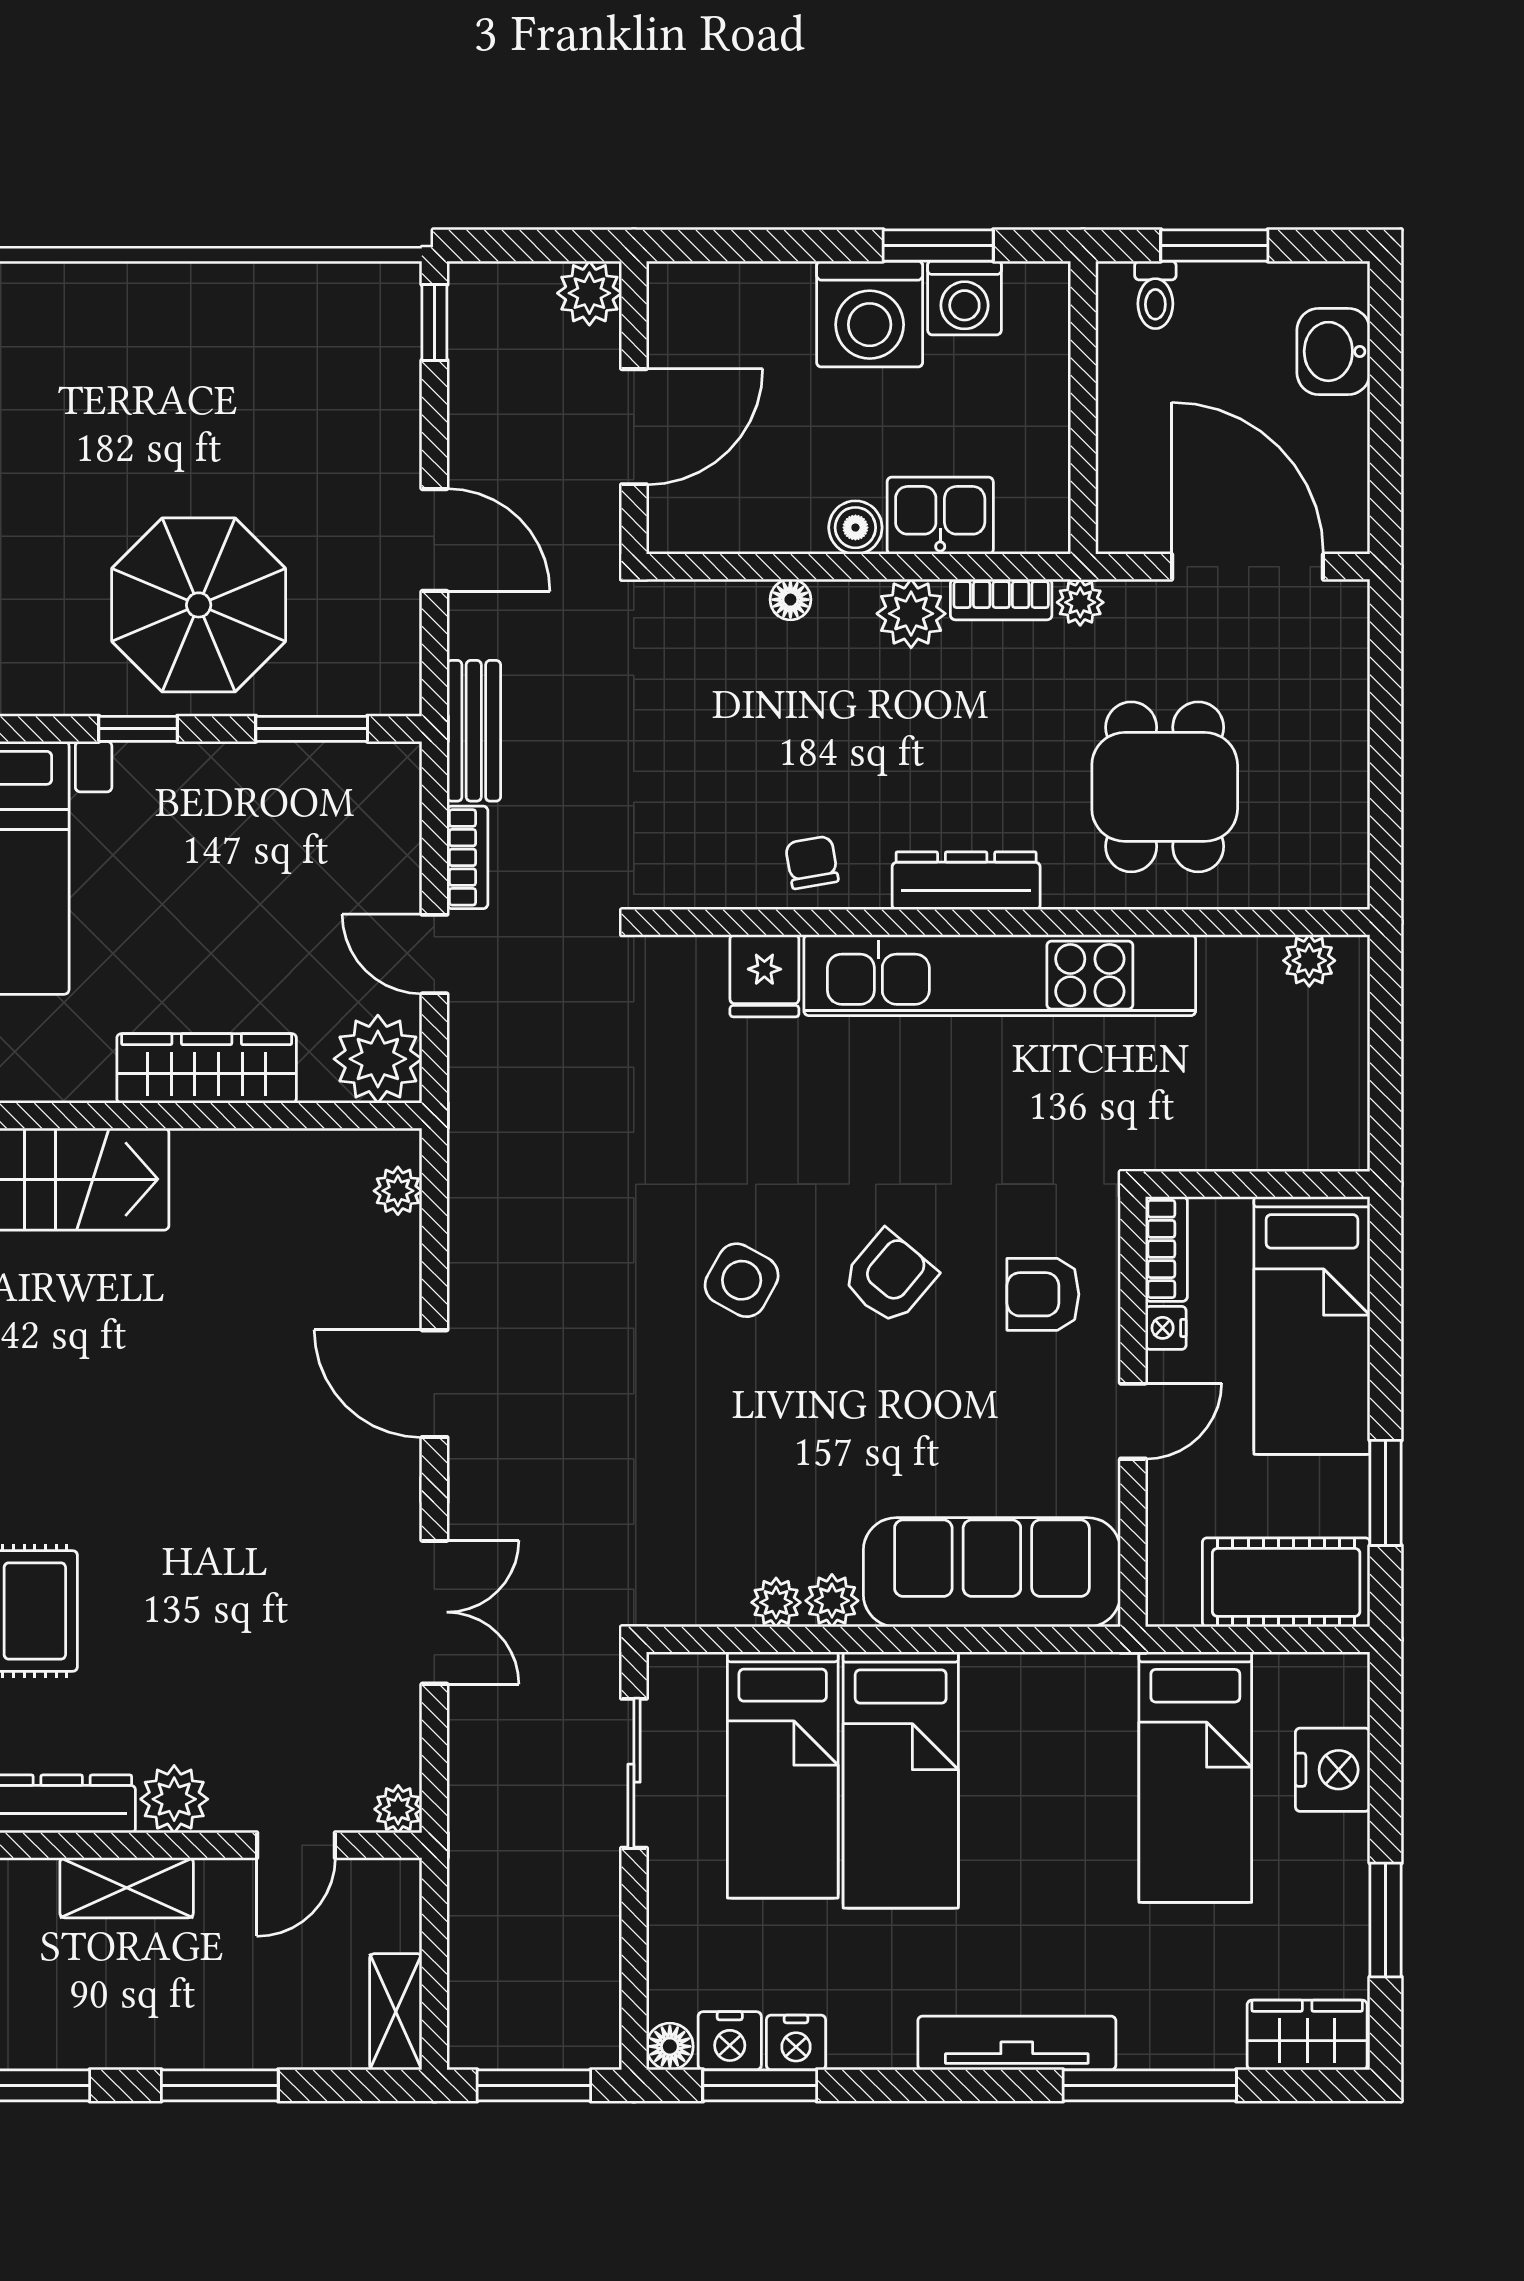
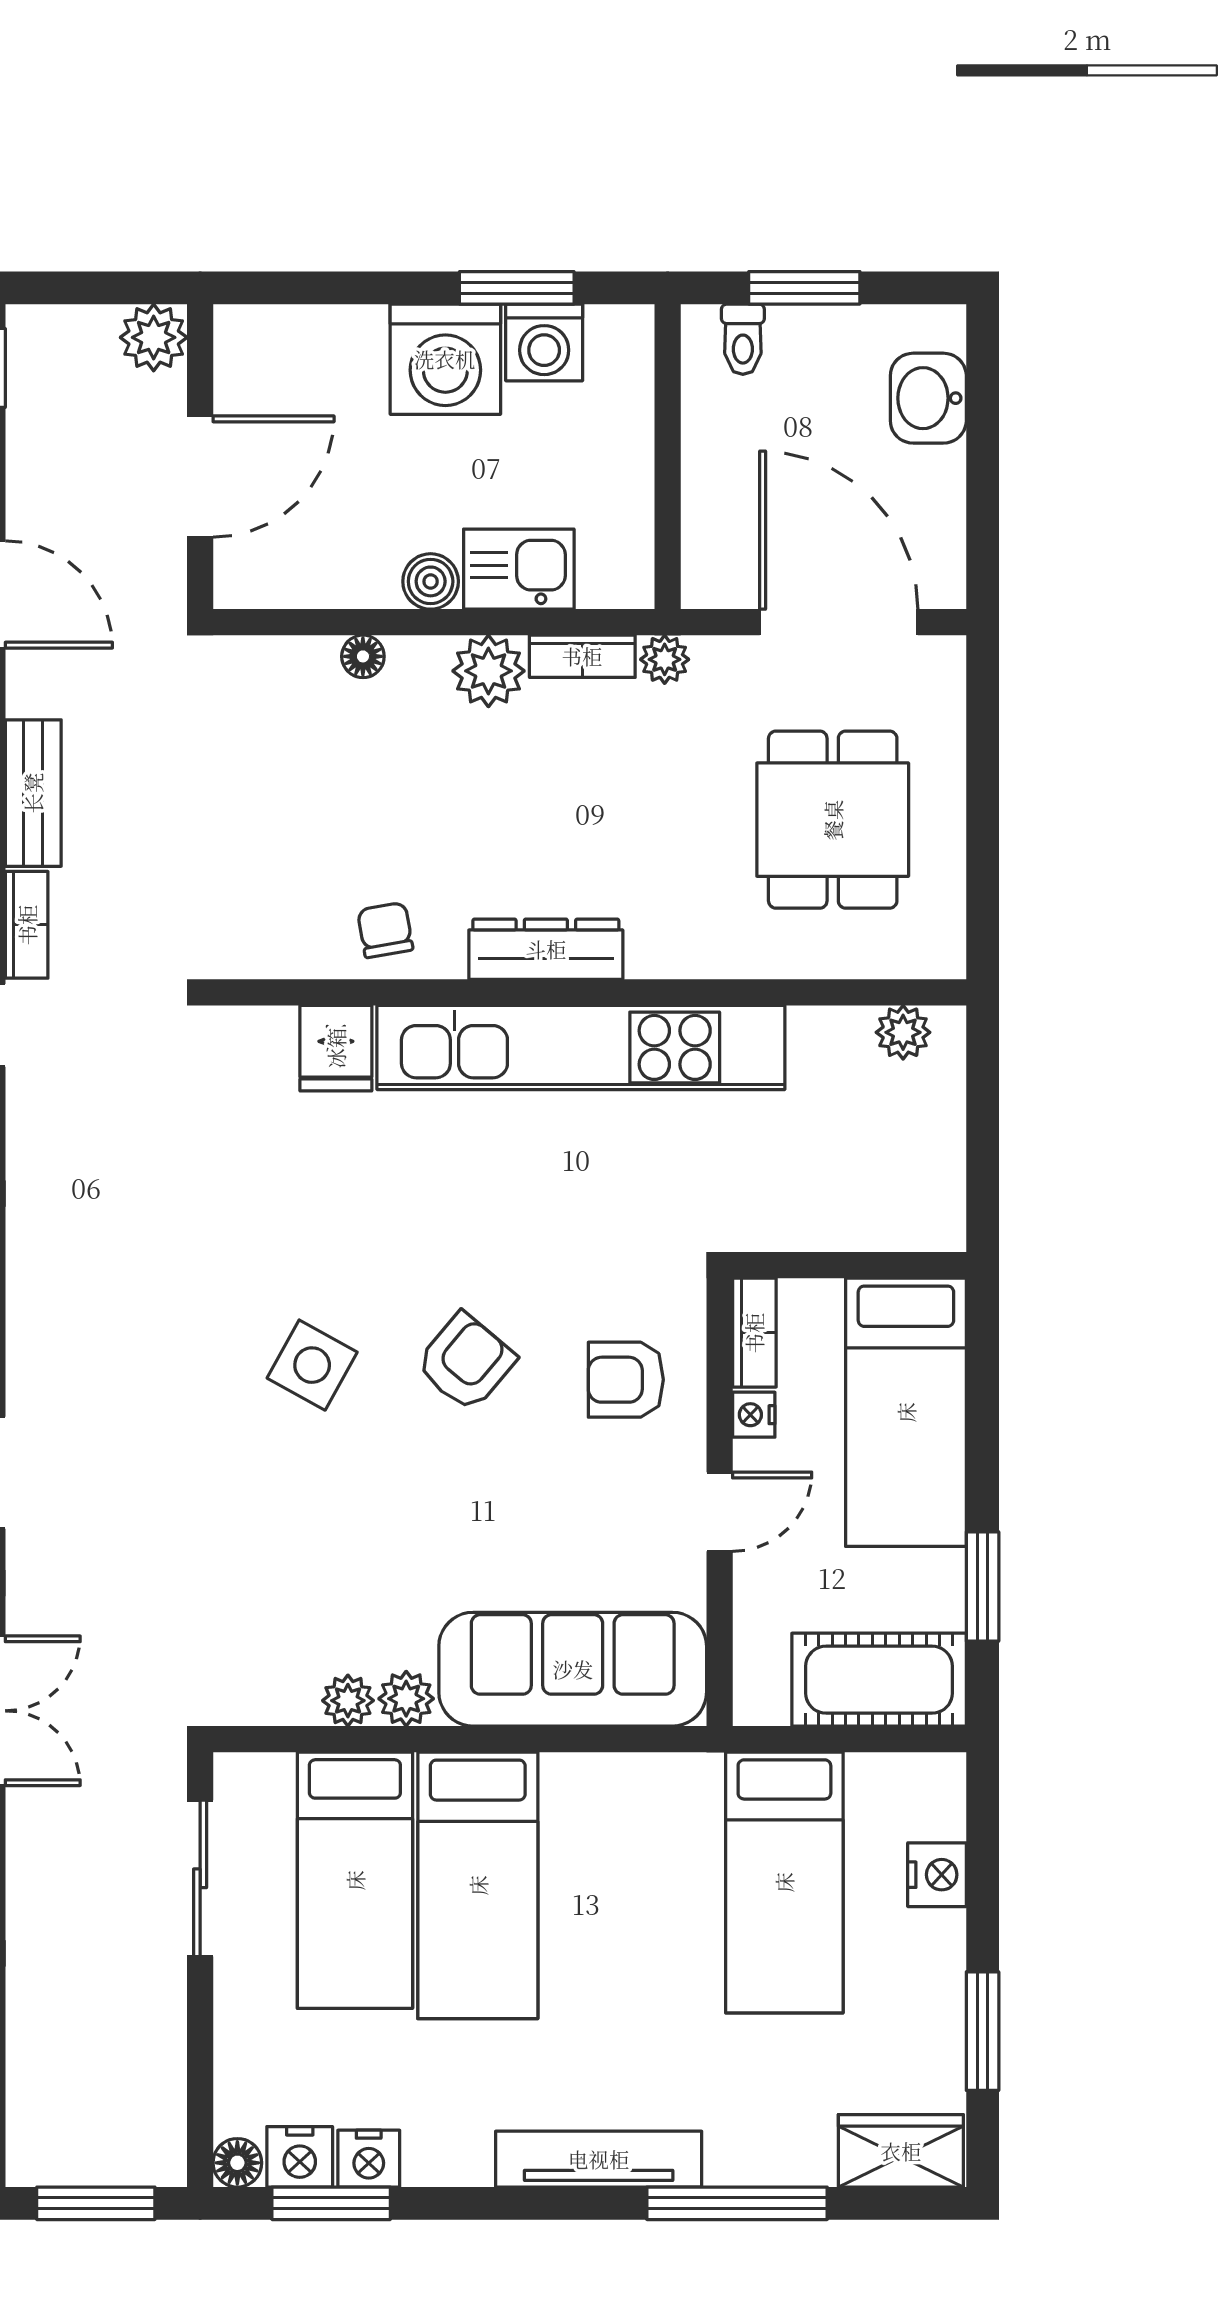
dining table: (1165, 787) -> (833, 820), moved
nightstand: (1333, 1770) -> (937, 1875), width x0.74, depth x0.75

